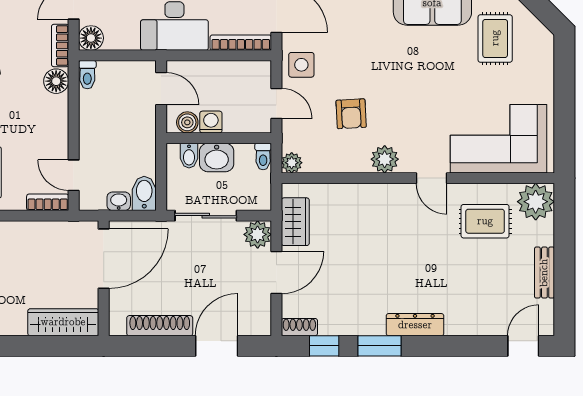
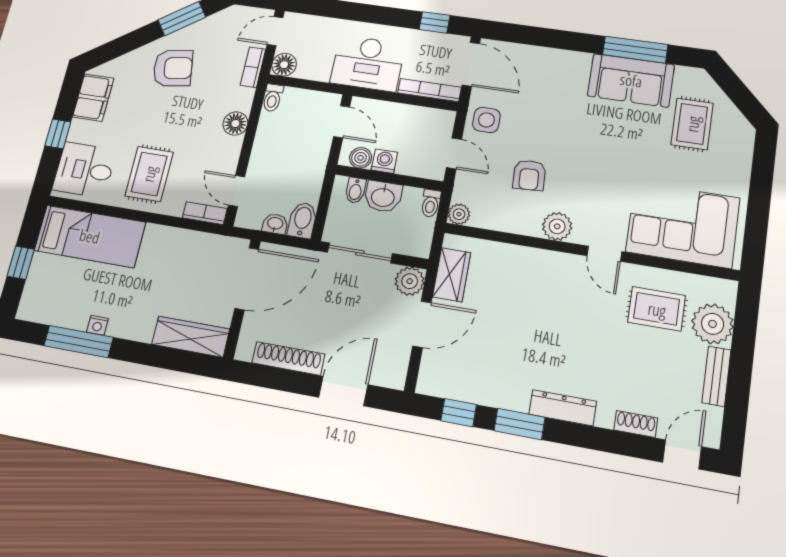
floor lamp: (56, 81) -> (235, 124), moved
plant: (536, 202) -> (713, 324), moved
shoe rack: (299, 327) -> (636, 424), moved

